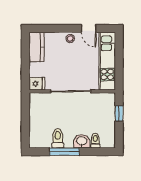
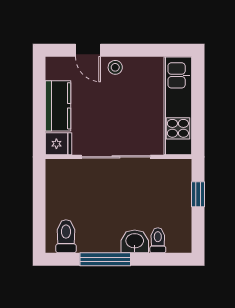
door: (89, 28) -> (88, 50), moved
kitchen counter: (37, 47) -> (58, 106), moved
toilet: (58, 138) -> (66, 236), moved

